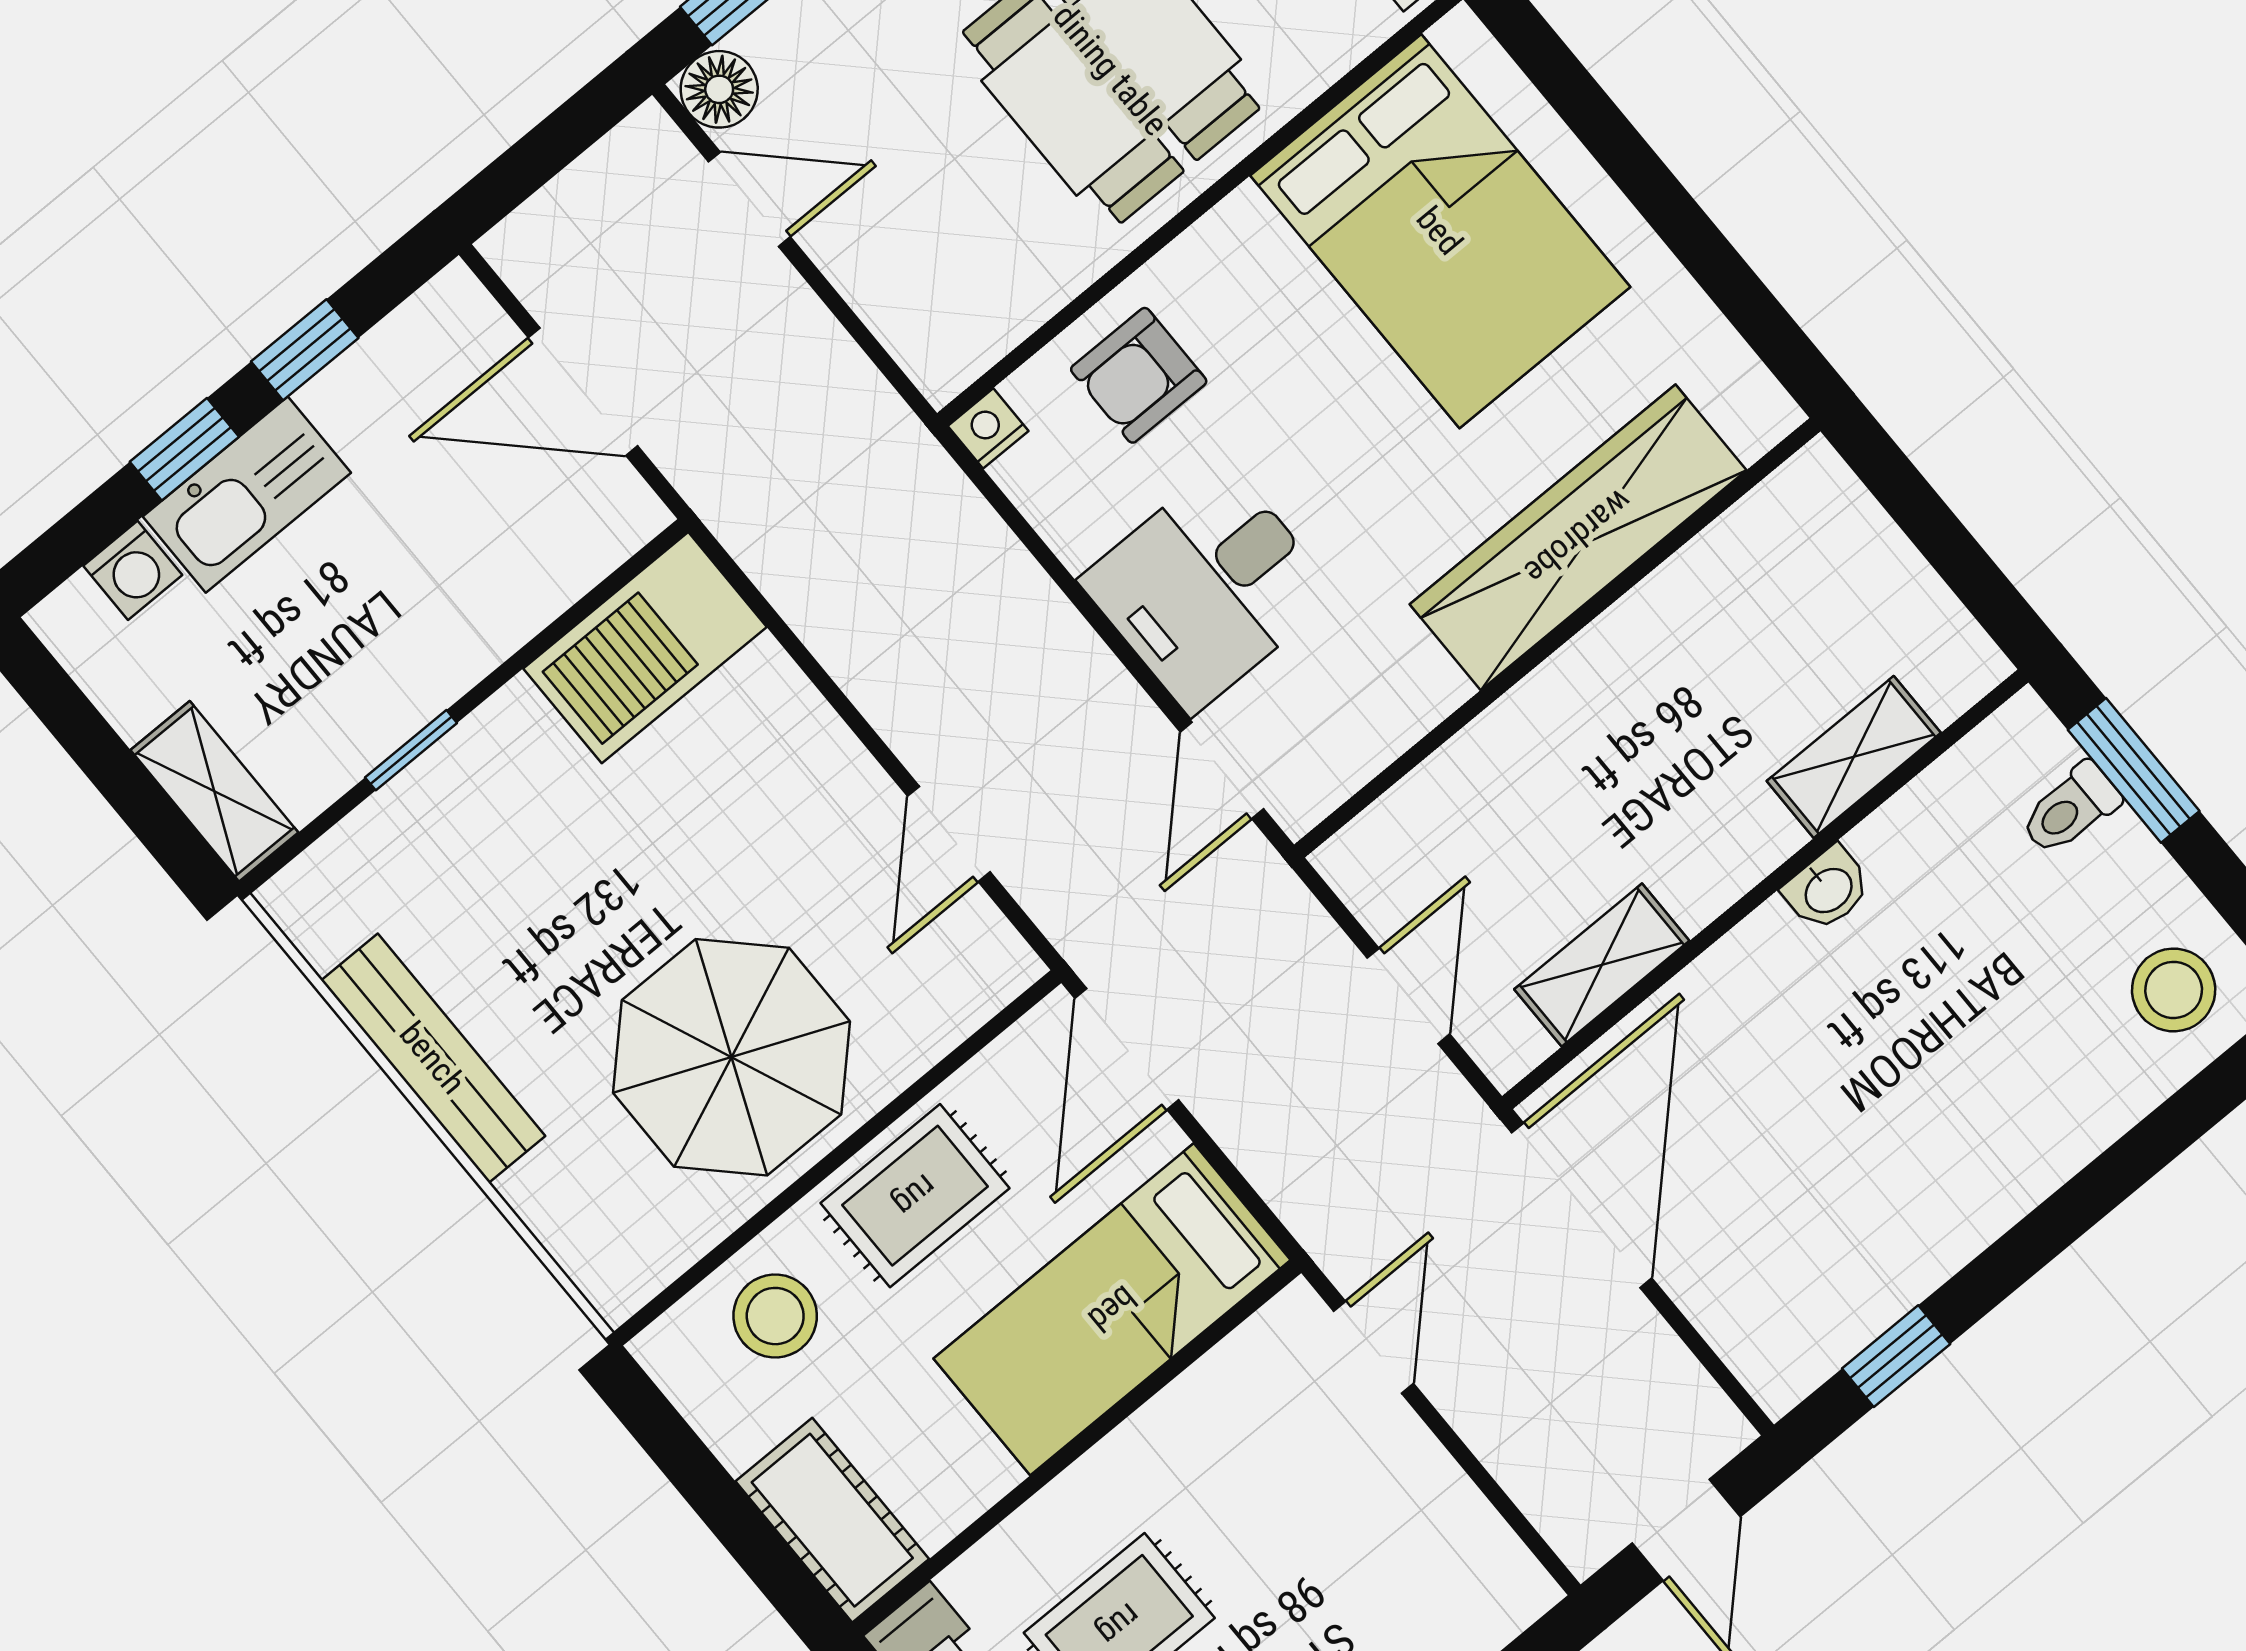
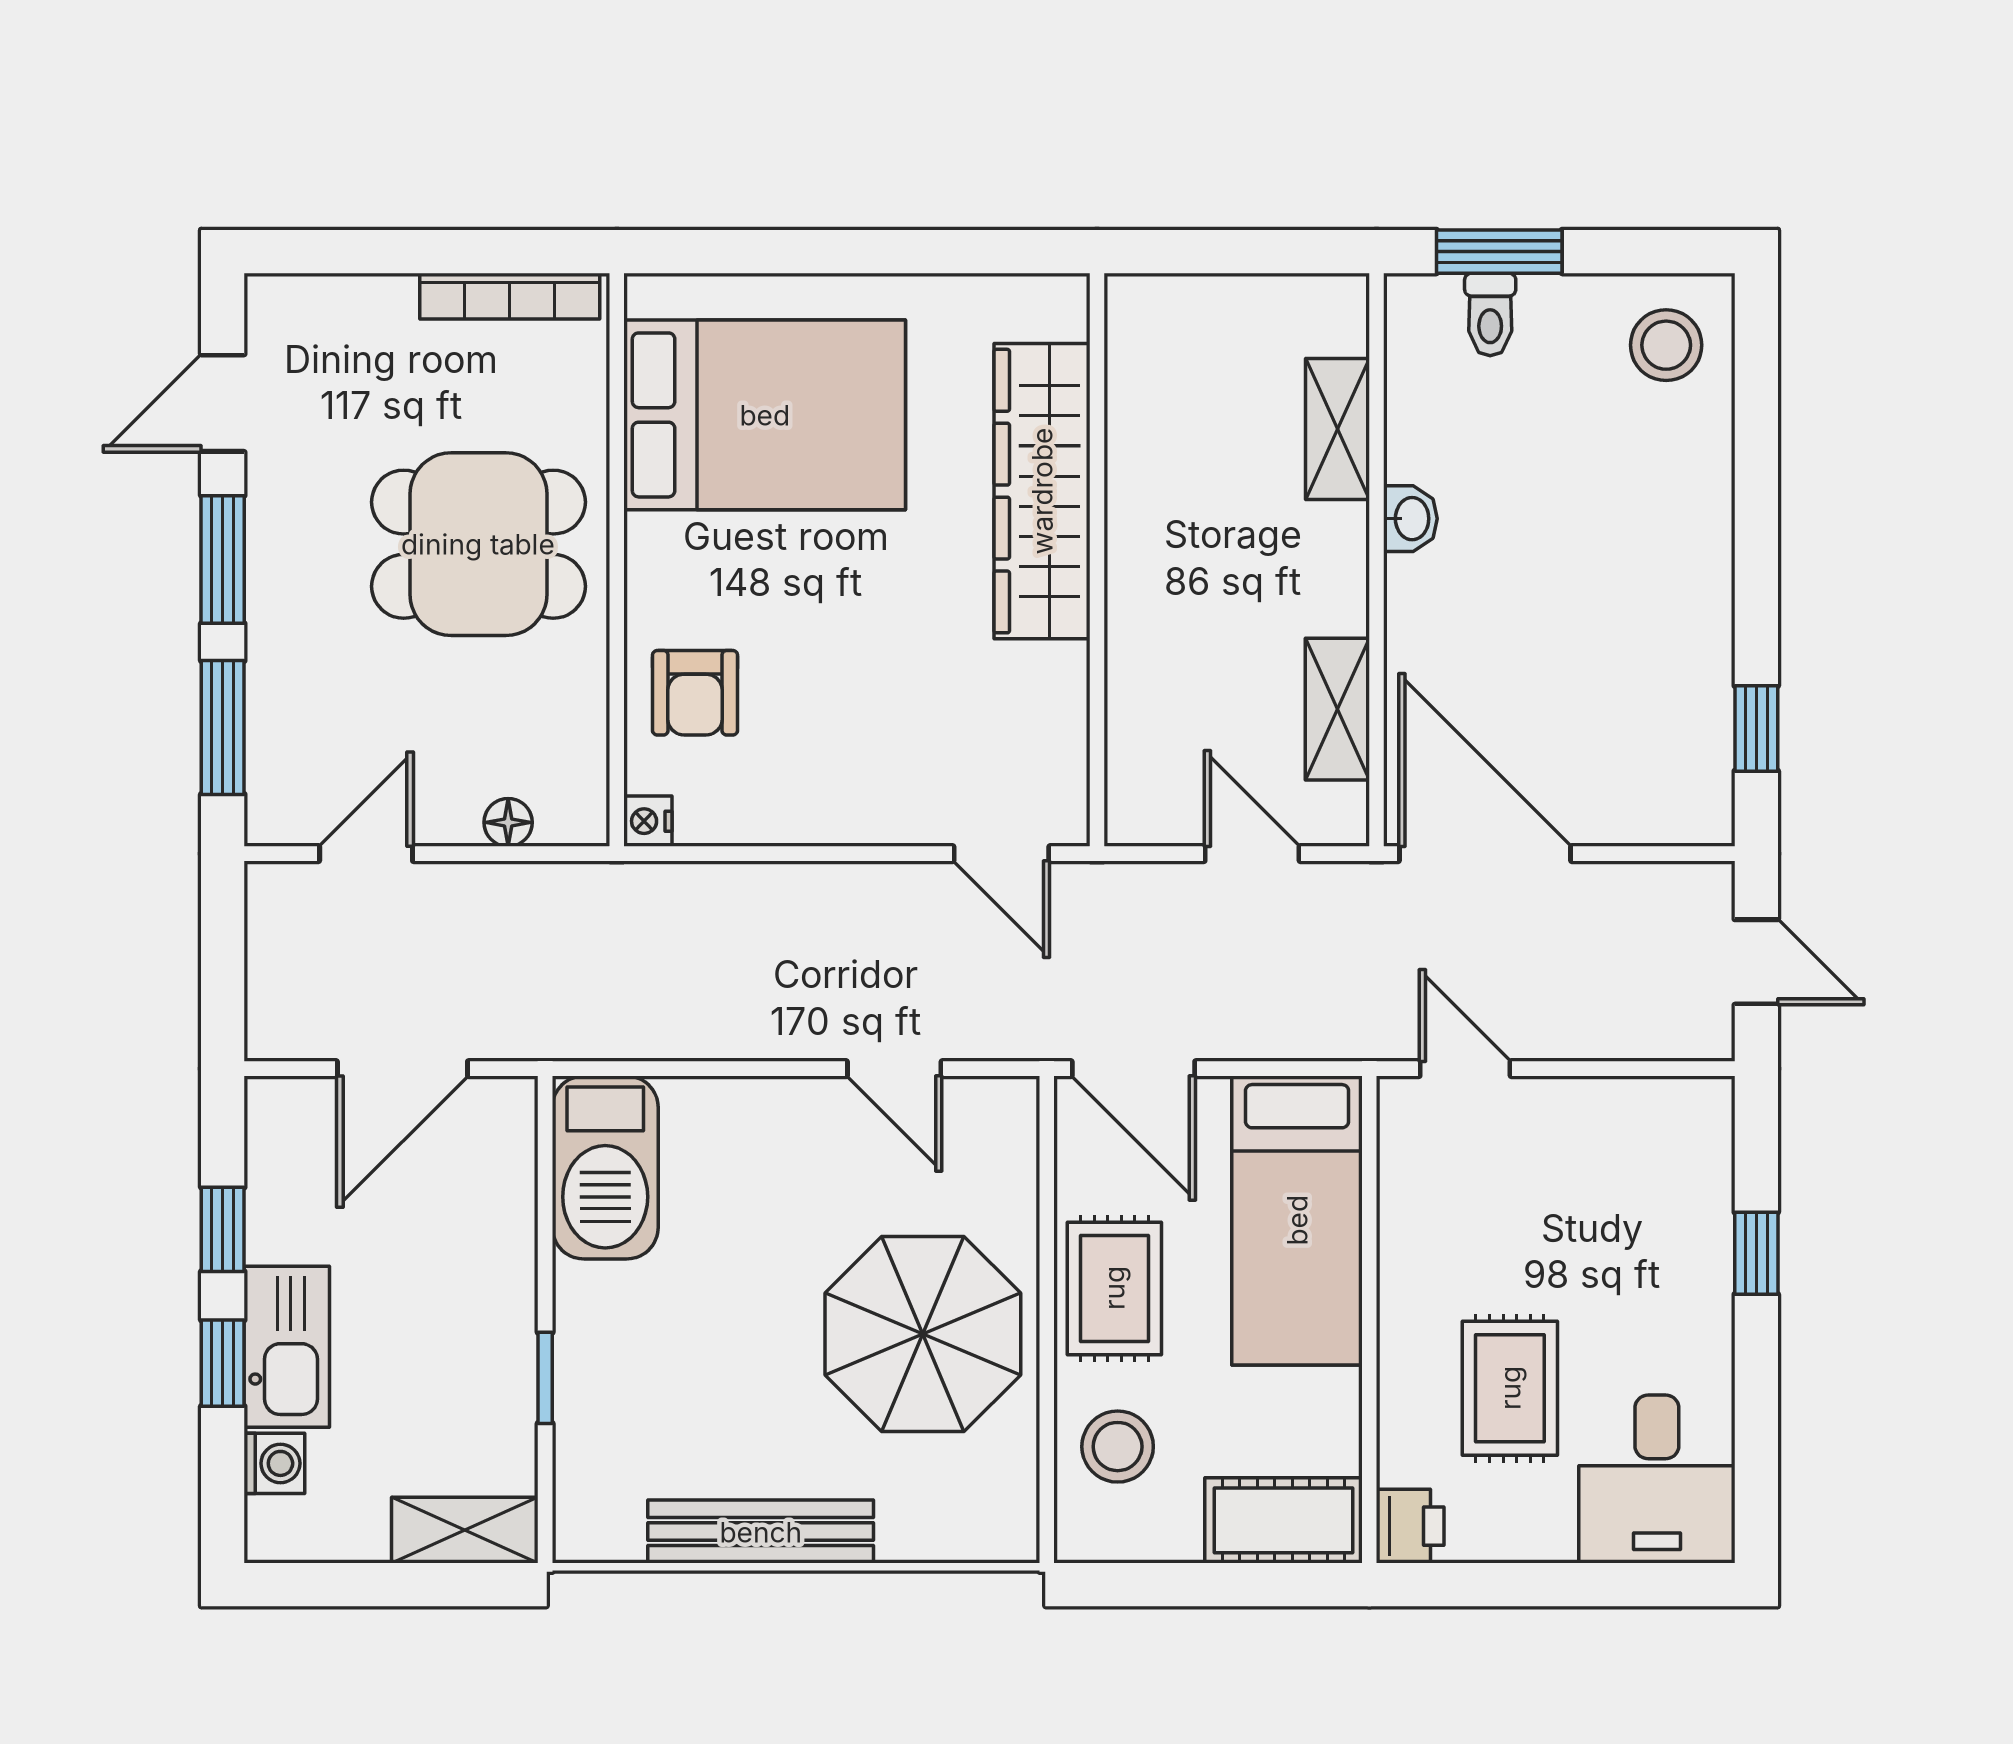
floor lamp: (719, 89) -> (508, 822), moved, width x0.73, depth x0.73
desk: (1208, 587) -> (873, 763), removed

